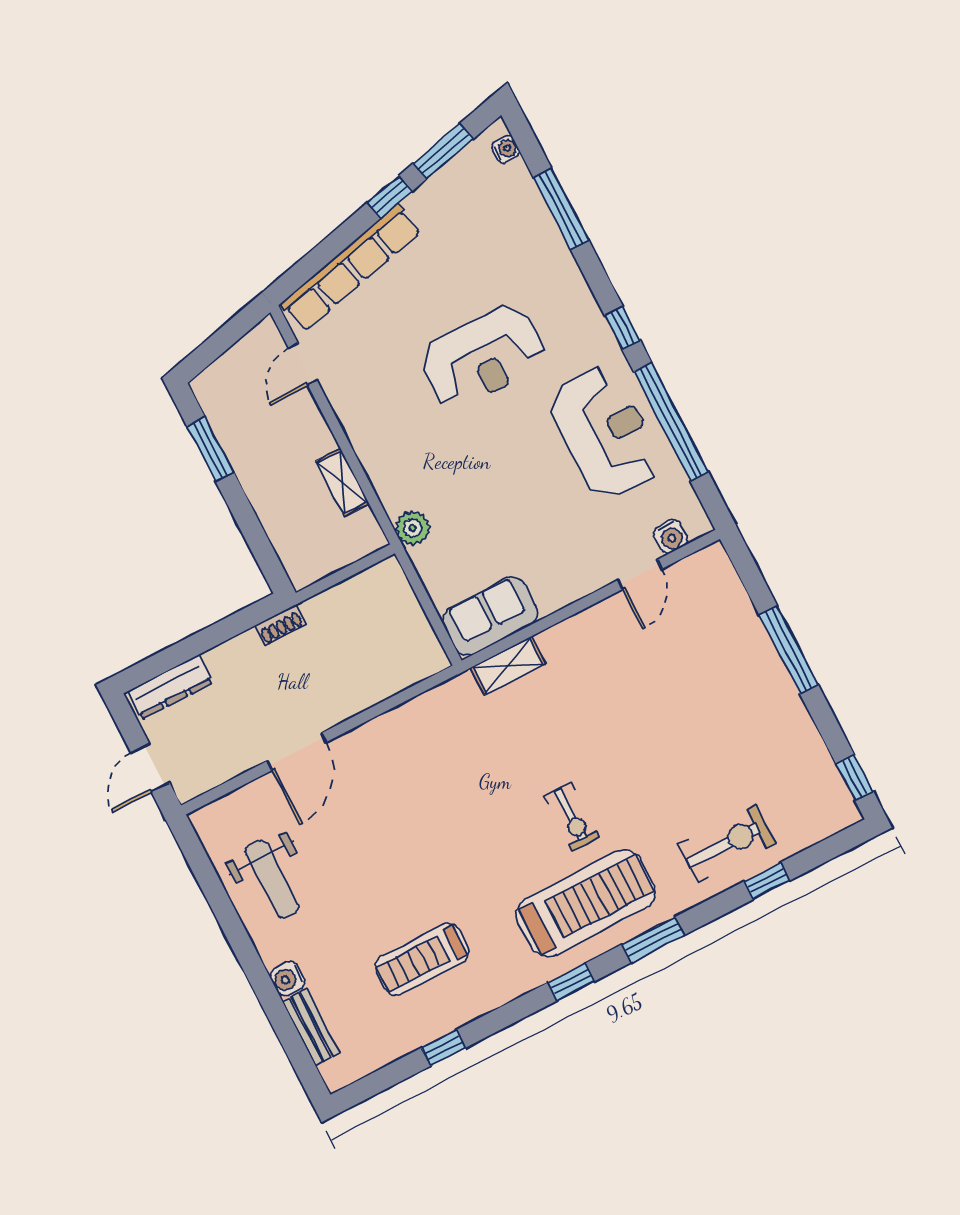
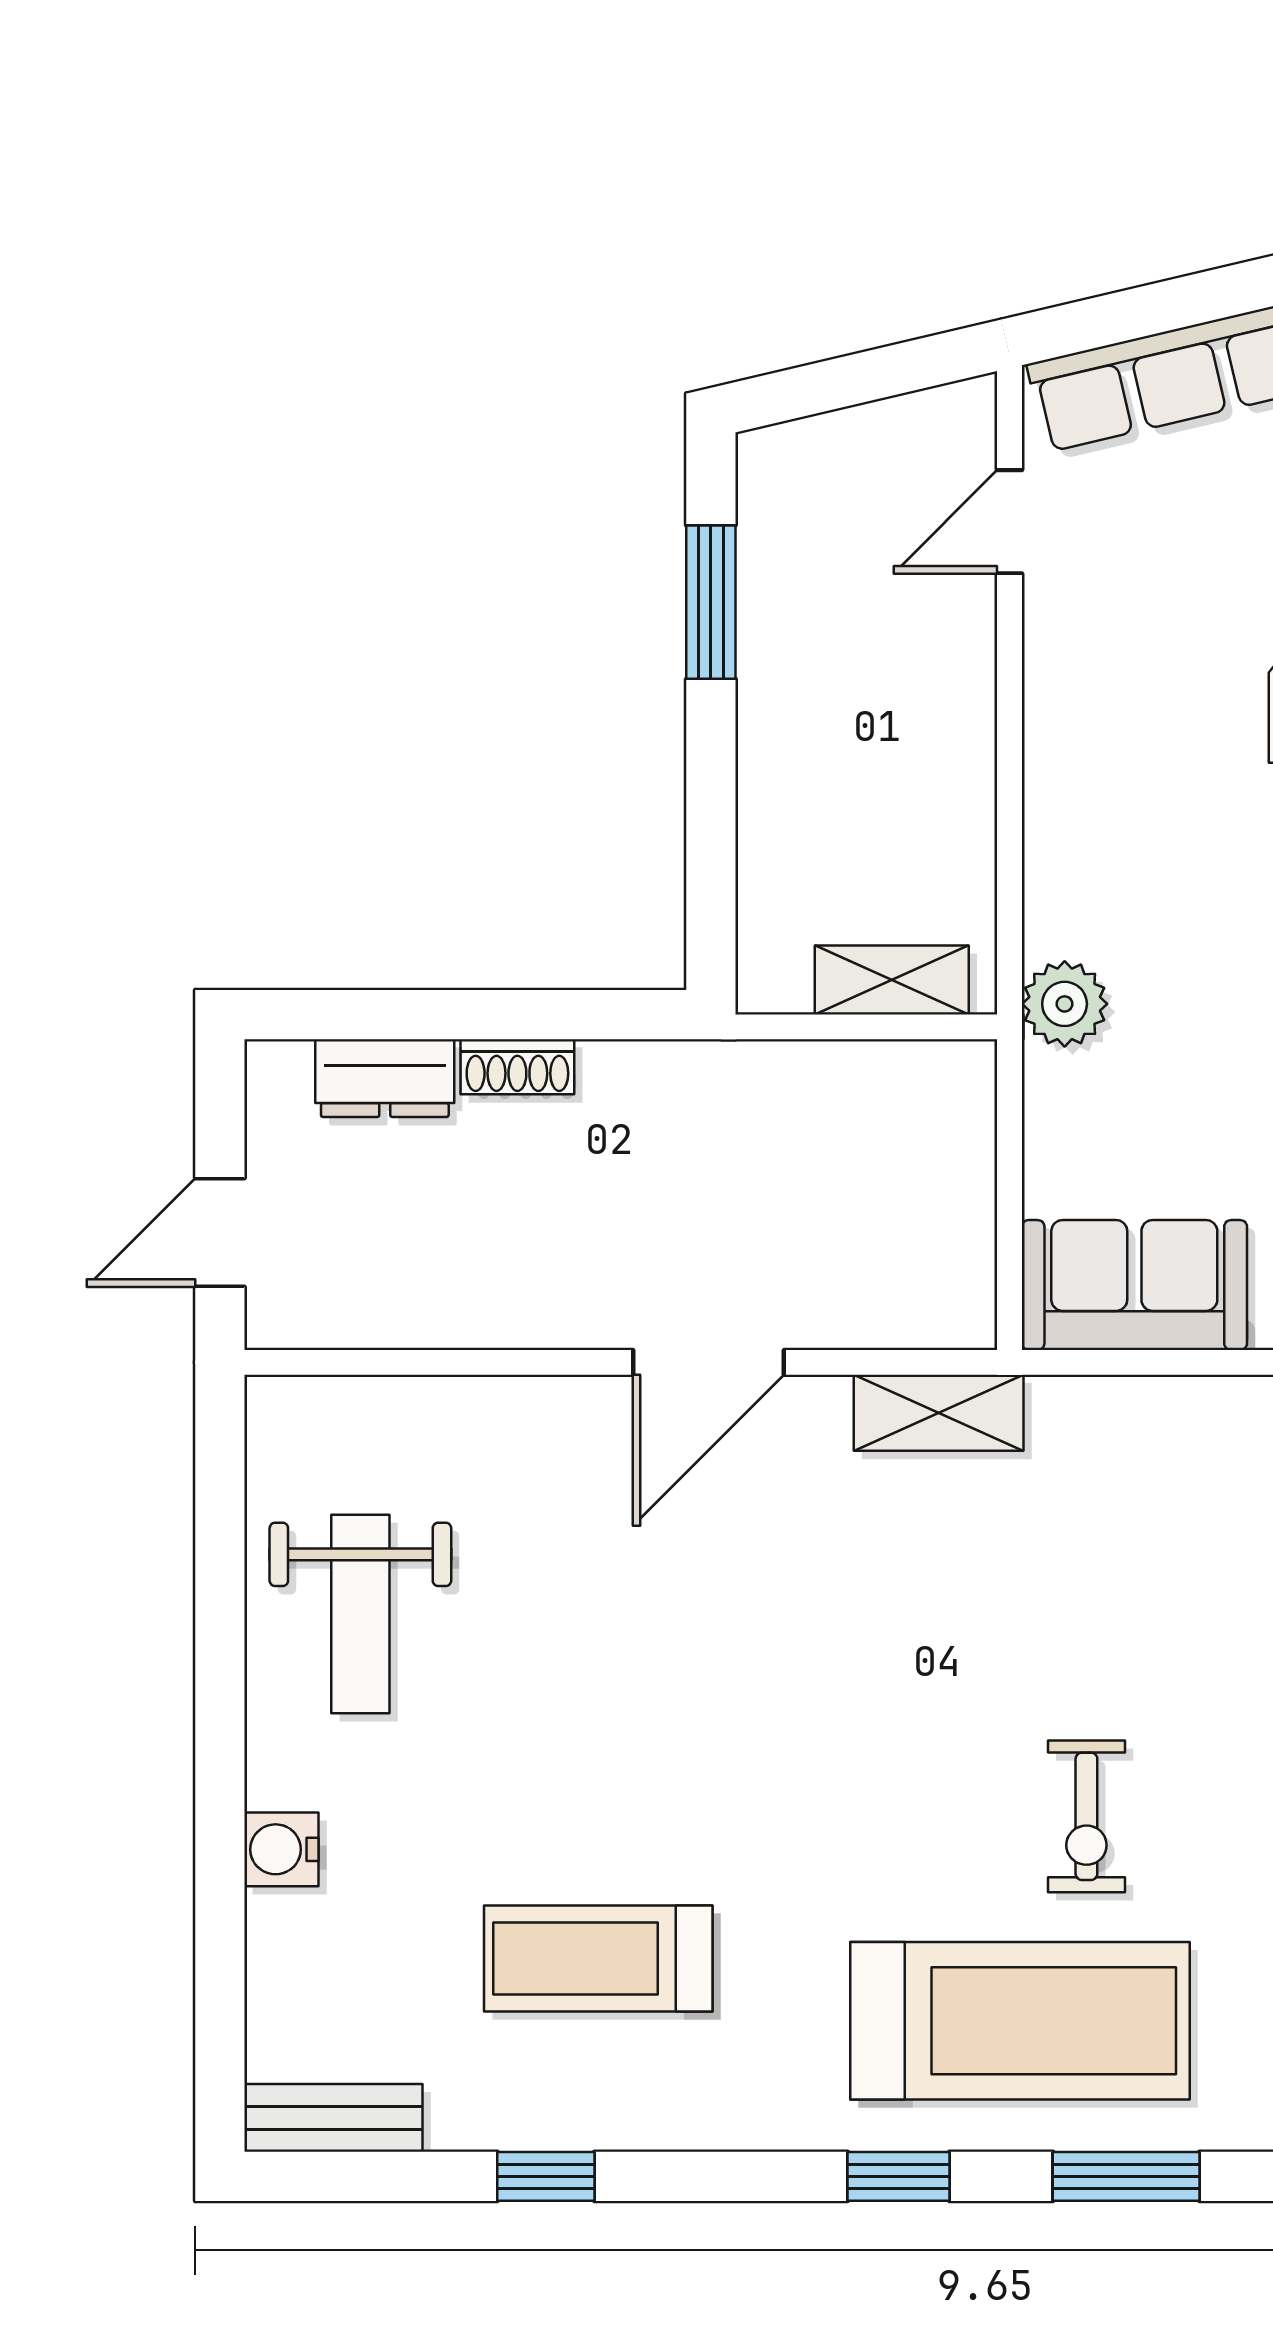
shelving: (343, 483) -> (892, 980), moved, turned 90
shoe rack: (280, 625) -> (517, 1067), moved
shelving: (508, 666) -> (939, 1413), moved
dresser: (170, 687) -> (385, 1078), width x0.70
door: (297, 752) -> (708, 1362), moved
bench: (311, 1027) -> (333, 2118), moved, turned 90

